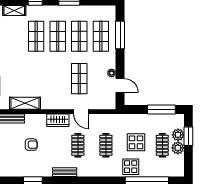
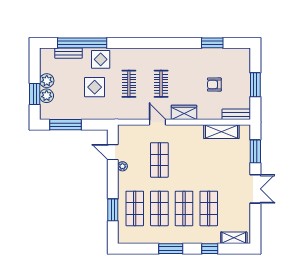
window: (120, 35) -> (113, 210), width x0.69
clothes rail: (162, 145) -> (65, 84), removed
bench: (65, 172) -> (68, 53), moved

